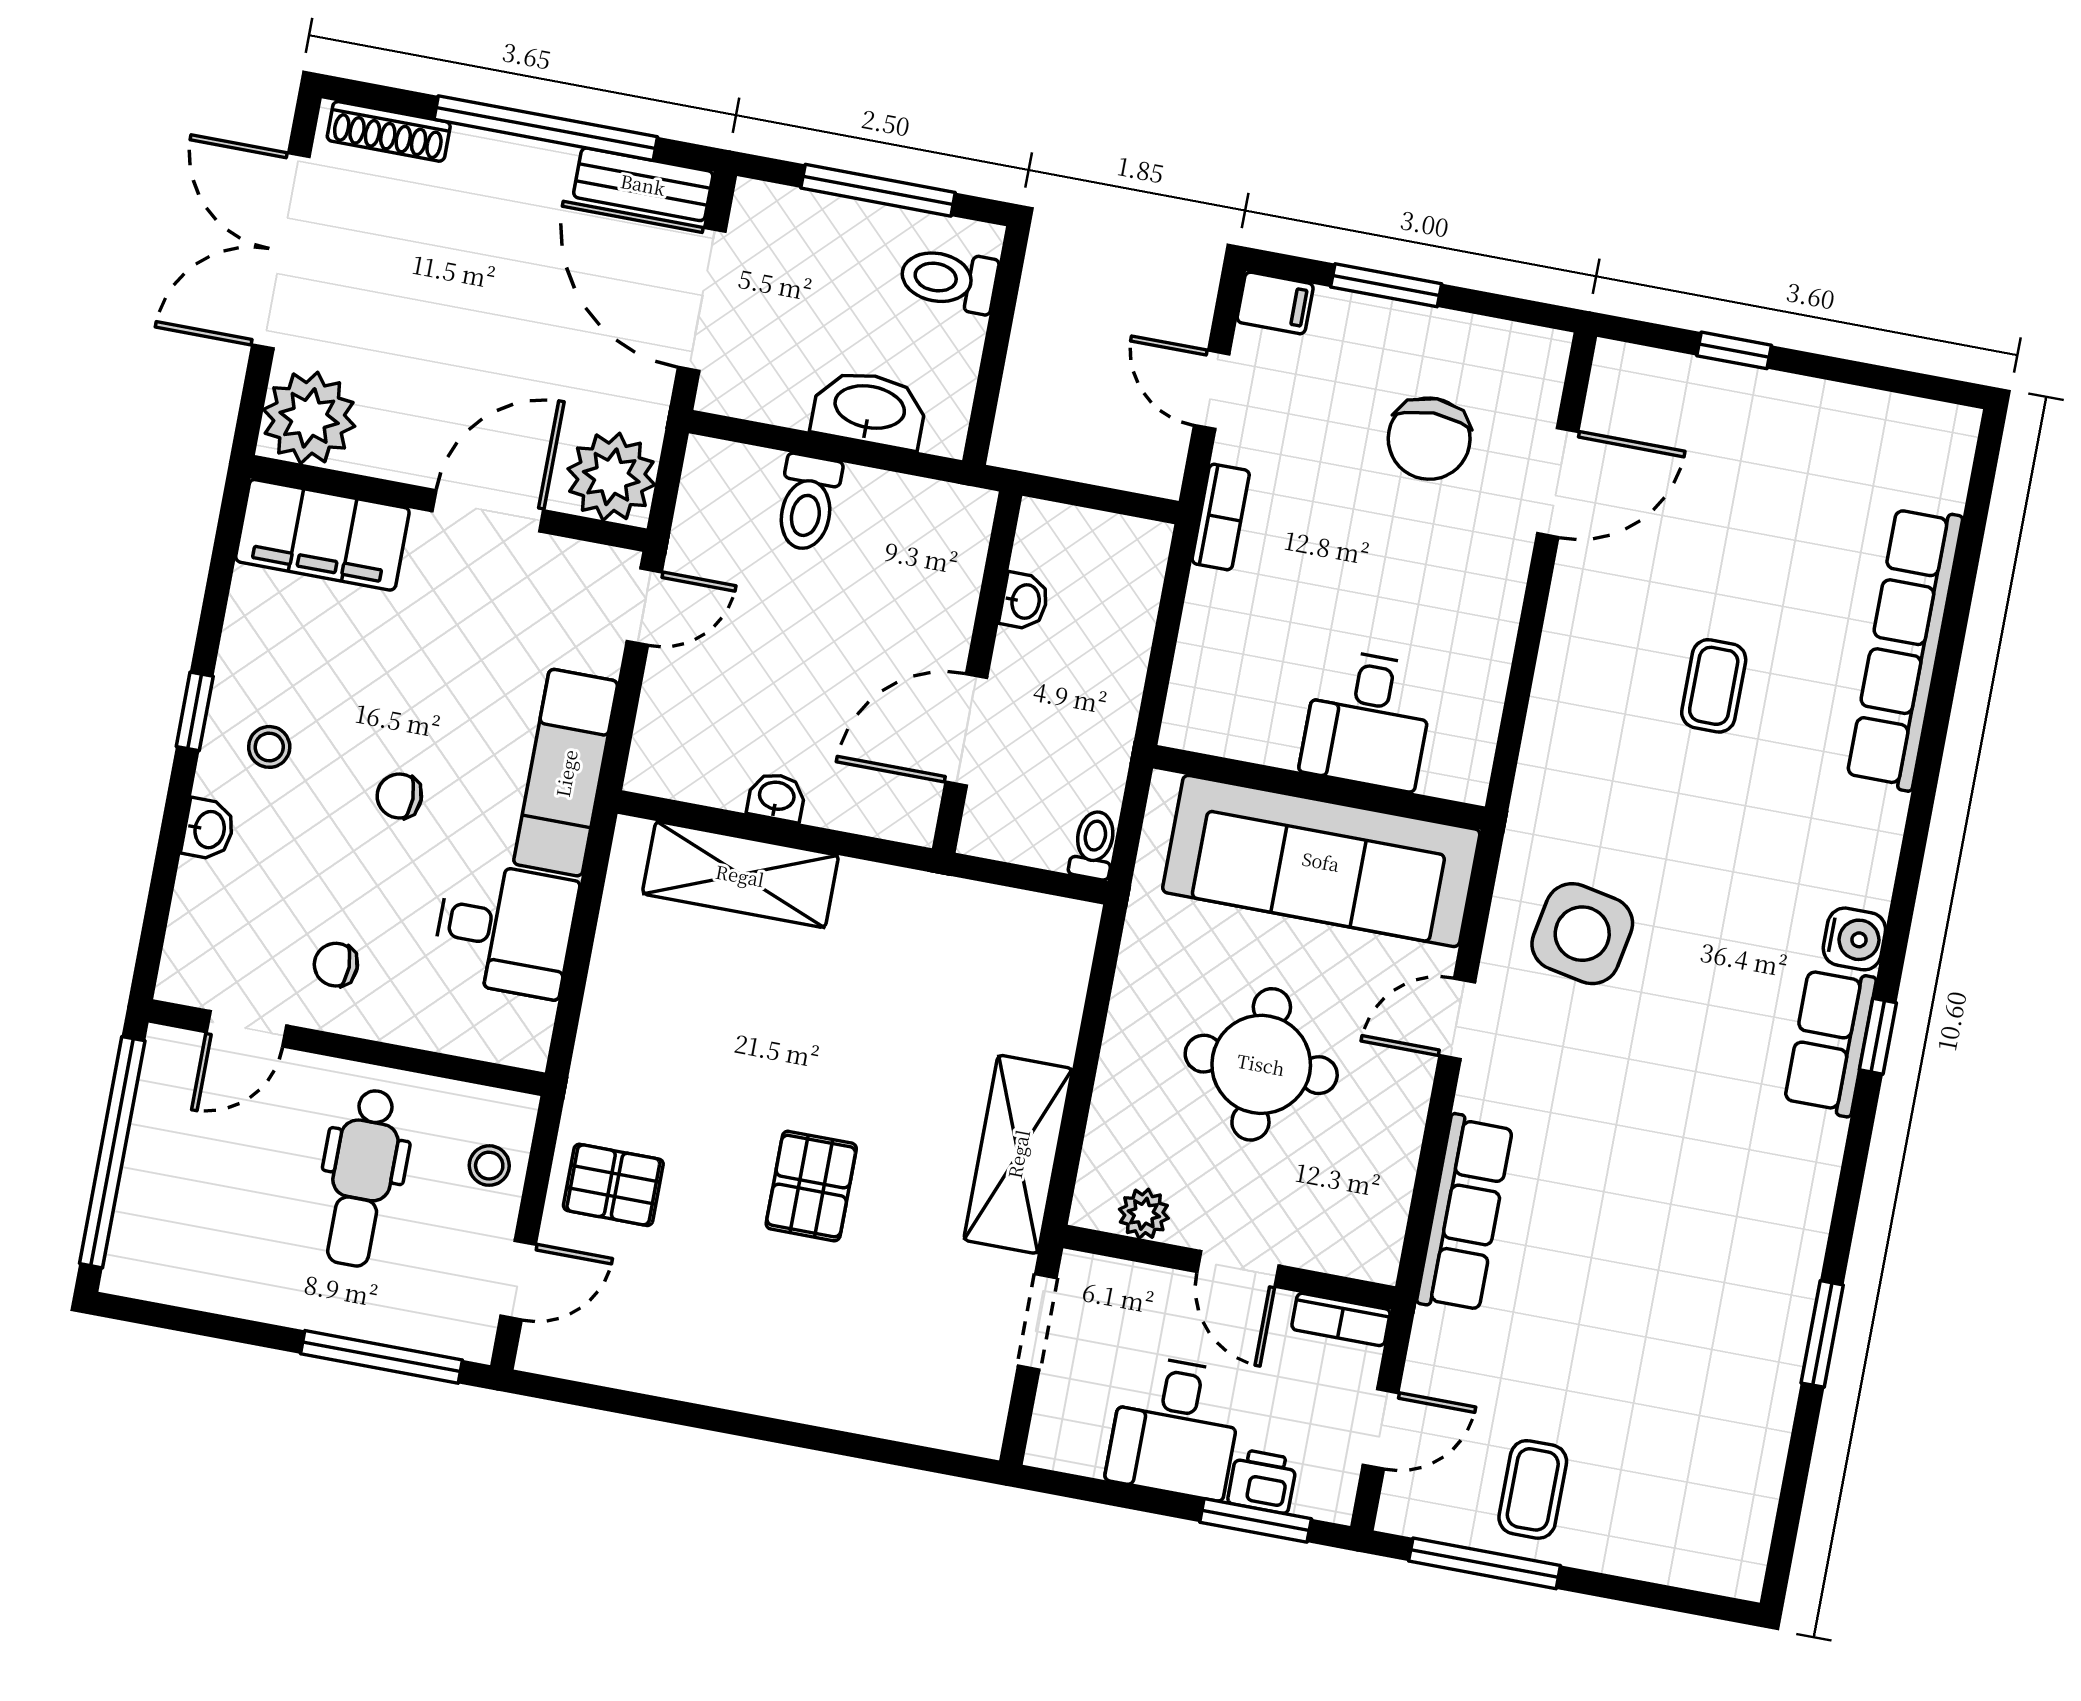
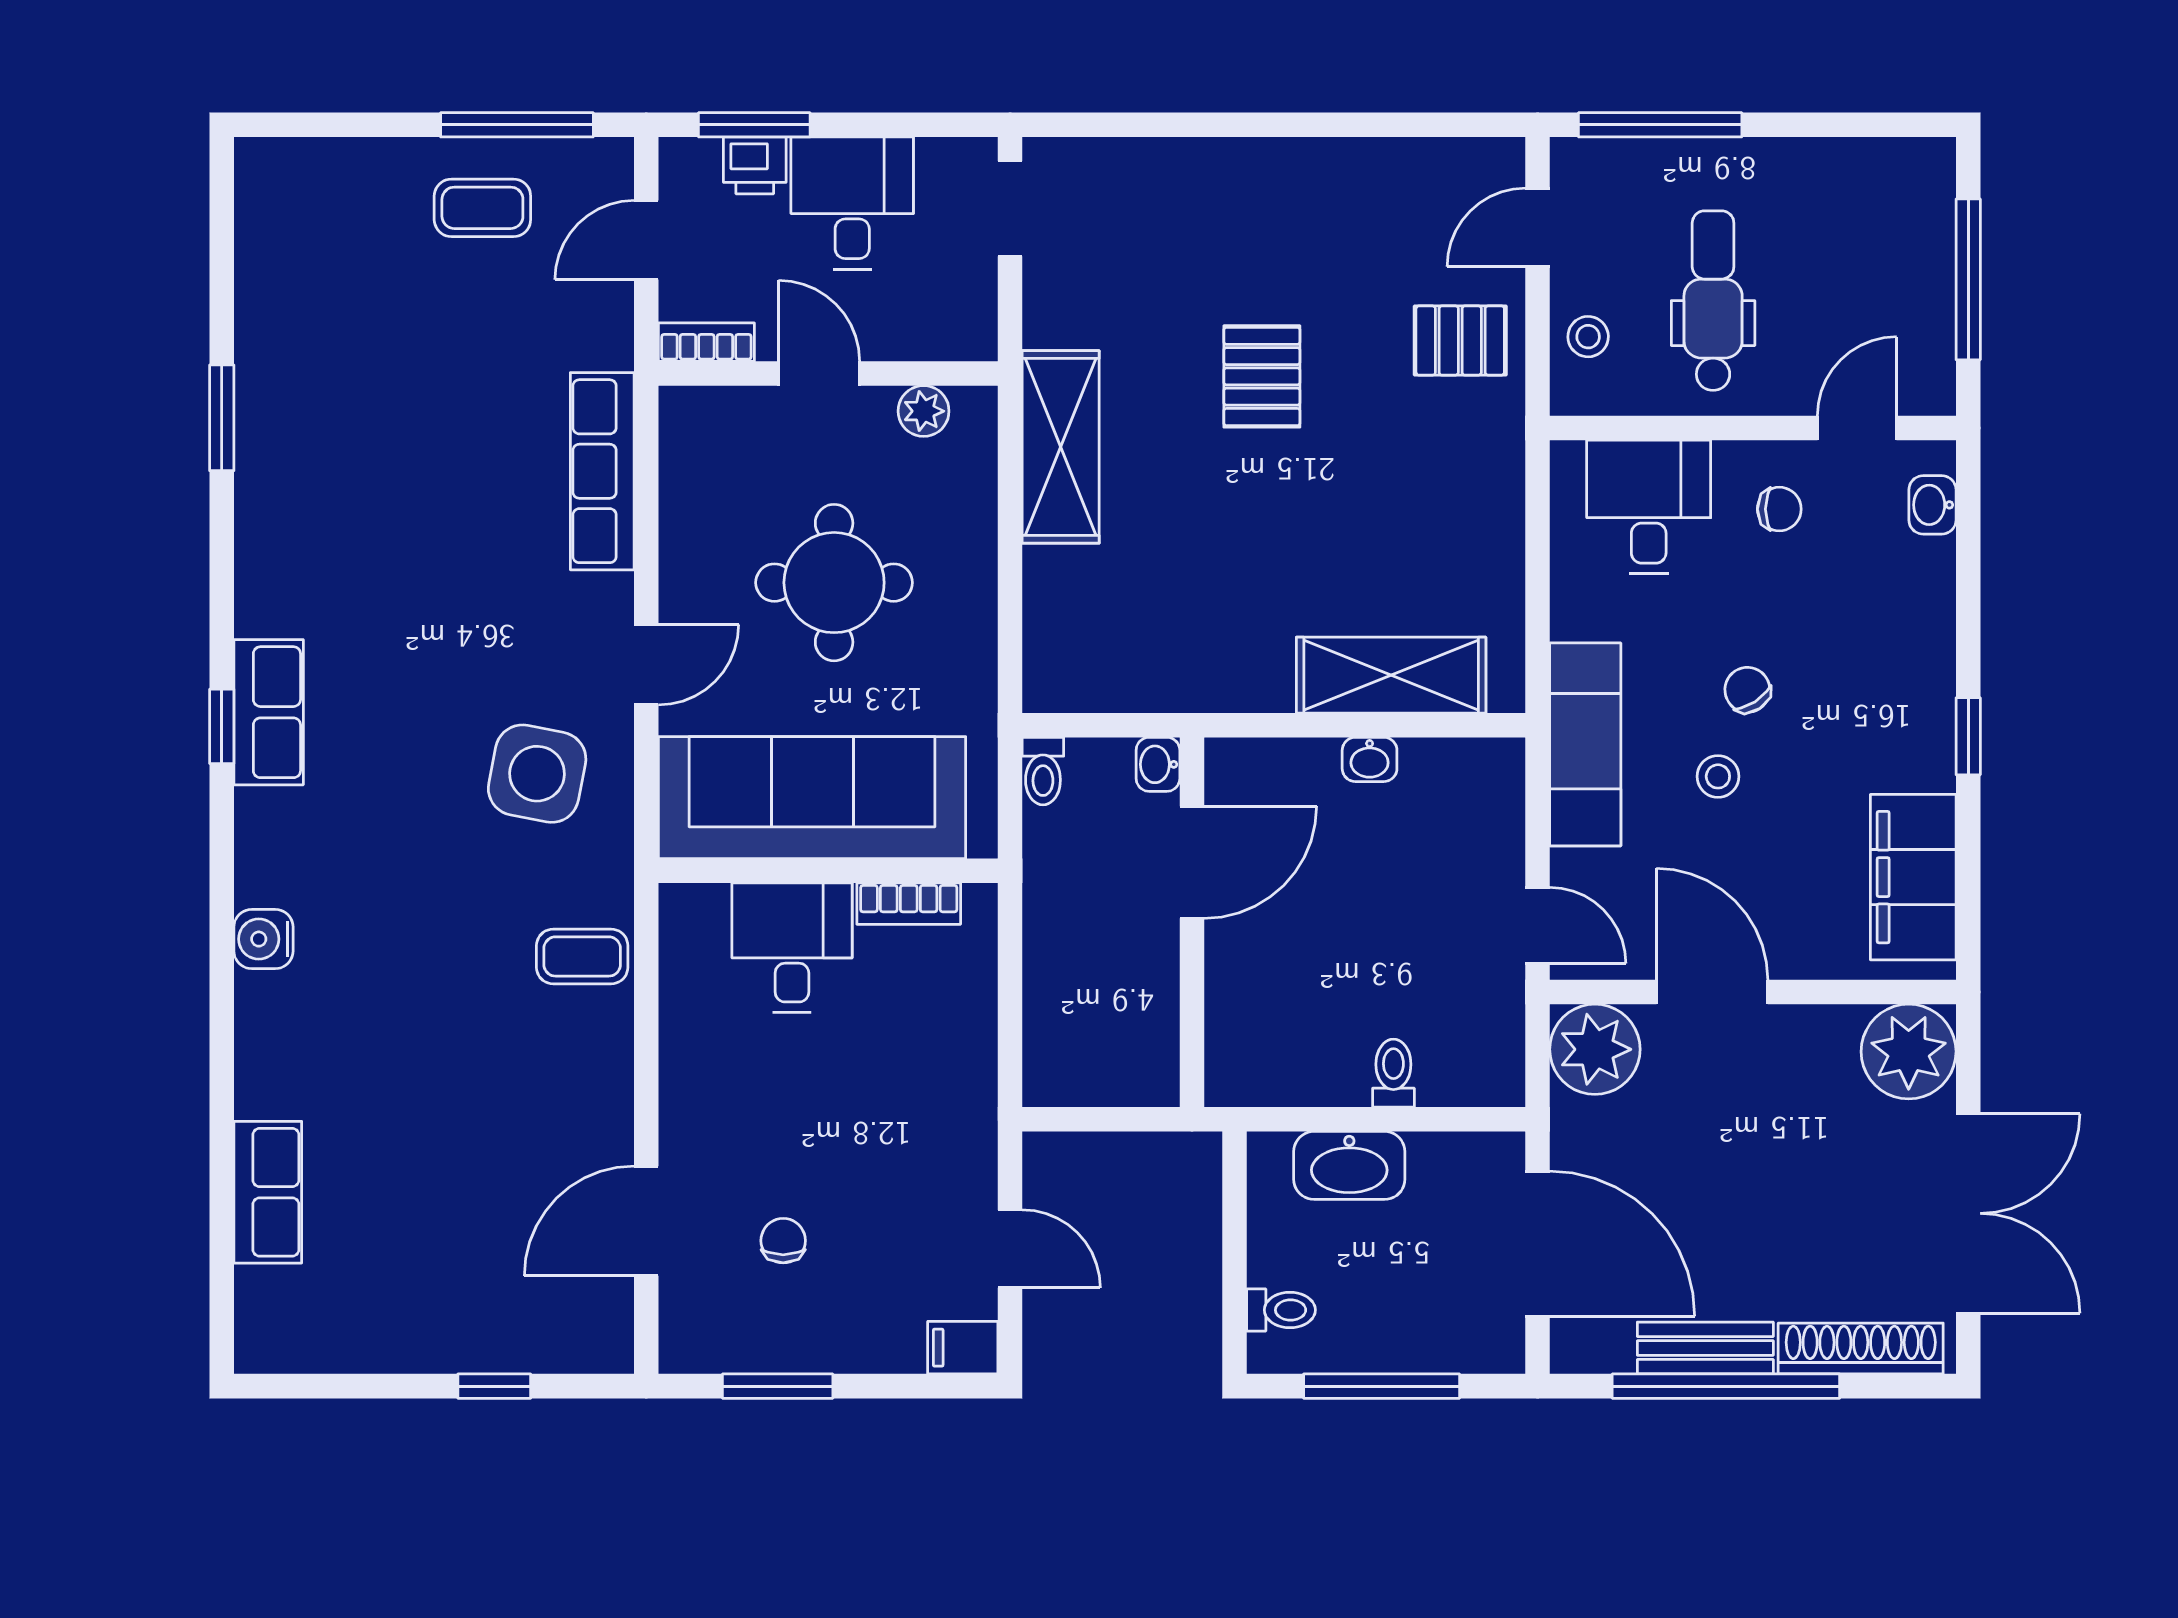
shoe rack: (389, 131) -> (1861, 1349), width x1.36, depth x1.24
bench: (643, 184) -> (1705, 1348), moved
toilet: (949, 279) -> (1281, 1310), width x0.73, depth x0.72
window: (1386, 285) -> (778, 1386), moved
chair: (1429, 439) -> (783, 1241), width x0.54, depth x0.54
toilet: (808, 503) -> (1393, 1073), width x0.73, depth x0.72
door: (488, 511) -> (1712, 992), swing flipped
bookcase: (1221, 517) -> (909, 904), moved, turned -90
filing cabinet: (322, 535) -> (1913, 877), moved, turned -90
washbasin: (1024, 601) -> (1158, 764), moved
door: (644, 607) -> (1538, 925), swing flipped
row of seats: (1905, 648) -> (268, 1192), width x0.50
coffee table: (1714, 686) -> (582, 956), moved, turned 90
stool: (269, 747) -> (1718, 776), moved
chair: (399, 796) -> (1747, 690), turned -123
washbasin: (208, 829) -> (1932, 505), moved
desk: (505, 929) -> (1649, 507), moved, turned 90
water cooler: (1854, 939) -> (263, 939), moved
window: (112, 1152) -> (1968, 279), width x0.68
doorway: (1037, 1322) -> (1010, 209), moved
coffee table: (1533, 1489) -> (482, 208), turned 90

